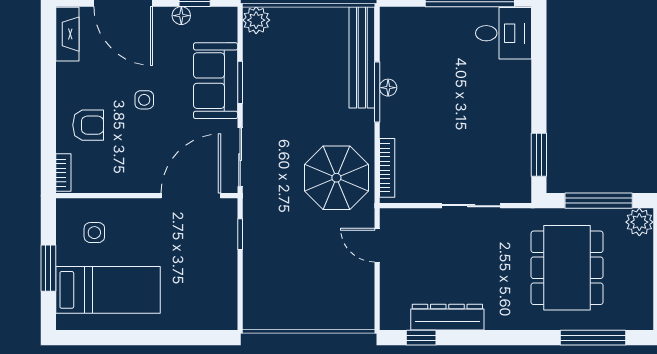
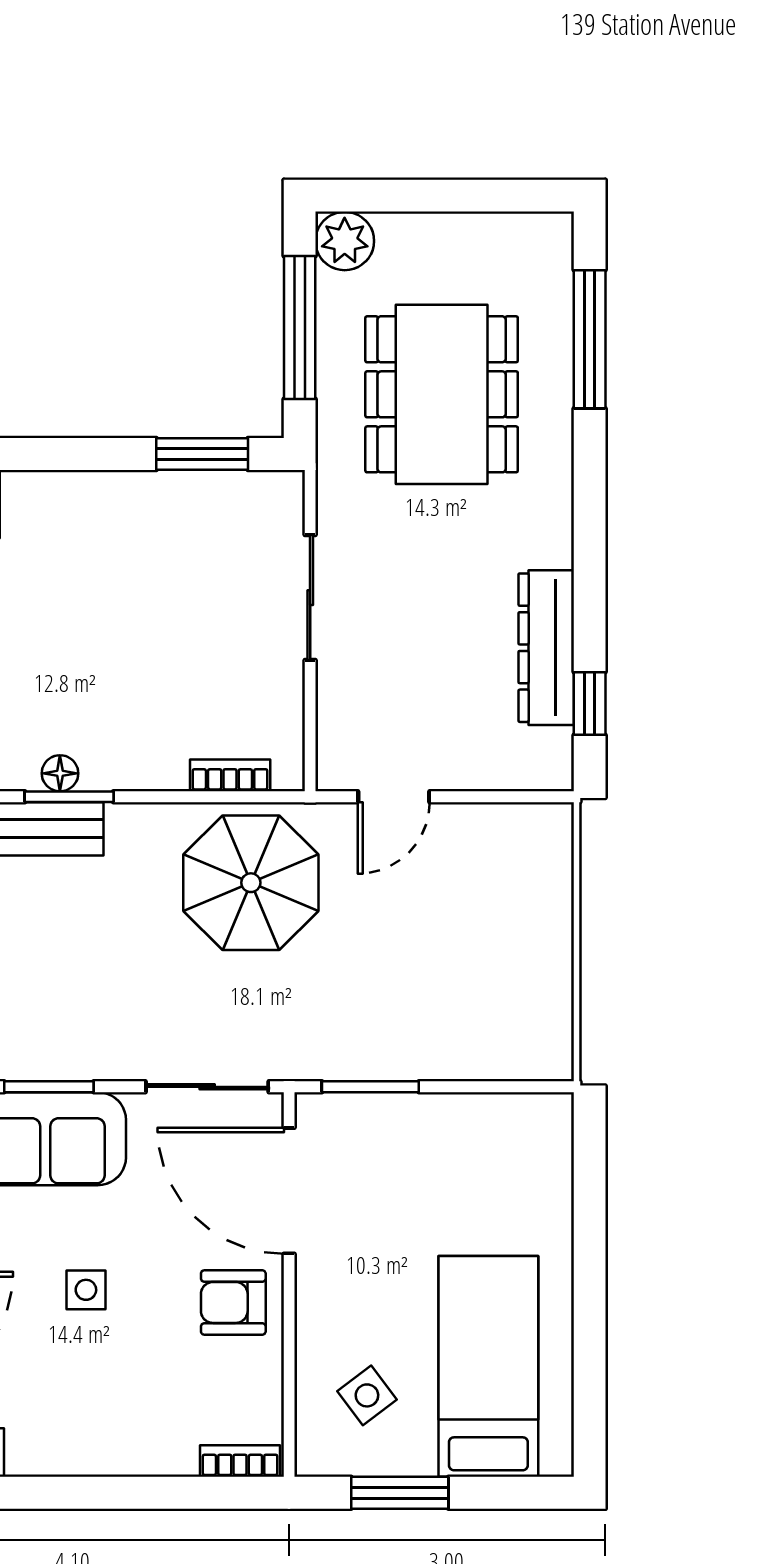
window: (377, 92) -> (69, 797), width x0.69
armchair: (88, 125) -> (233, 1302), moved, turned -90
bookcase: (387, 168) -> (230, 775), width x0.64
side table: (94, 233) -> (367, 1395), turned -37
window: (240, 234) -> (370, 1087), width x1.50
window: (48, 268) -> (400, 1493), moved
dining table: (567, 268) -> (442, 394), turned 90

